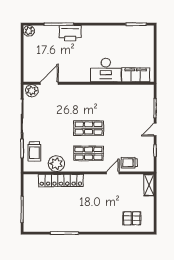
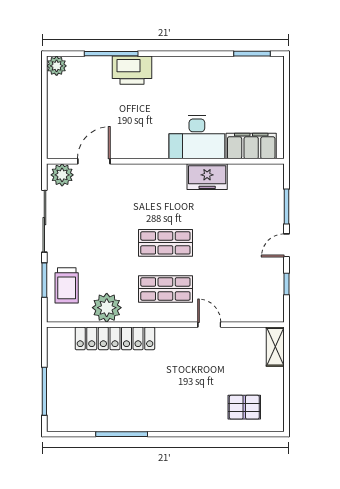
freezer: (111, 92) -> (207, 177), added
trolley: (129, 163) -> (239, 306), removed
door: (113, 173) -> (209, 325), hinge flipped

